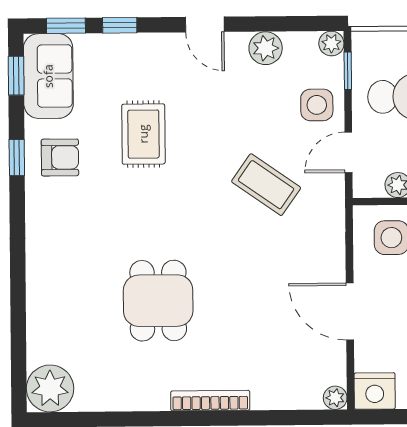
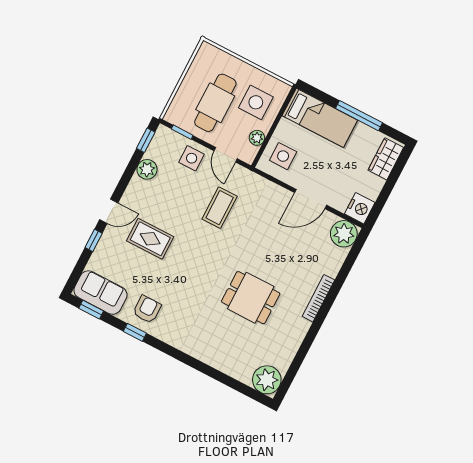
door: (205, 24) -> (109, 211), moved
window: (66, 26) -> (146, 140), moved
plant: (331, 44) -> (163, 133), removed
rug: (143, 134) -> (150, 239), moved
coffee table: (266, 185) -> (220, 208), turned -35
plant: (335, 398) -> (344, 234), width x1.88, depth x1.88

